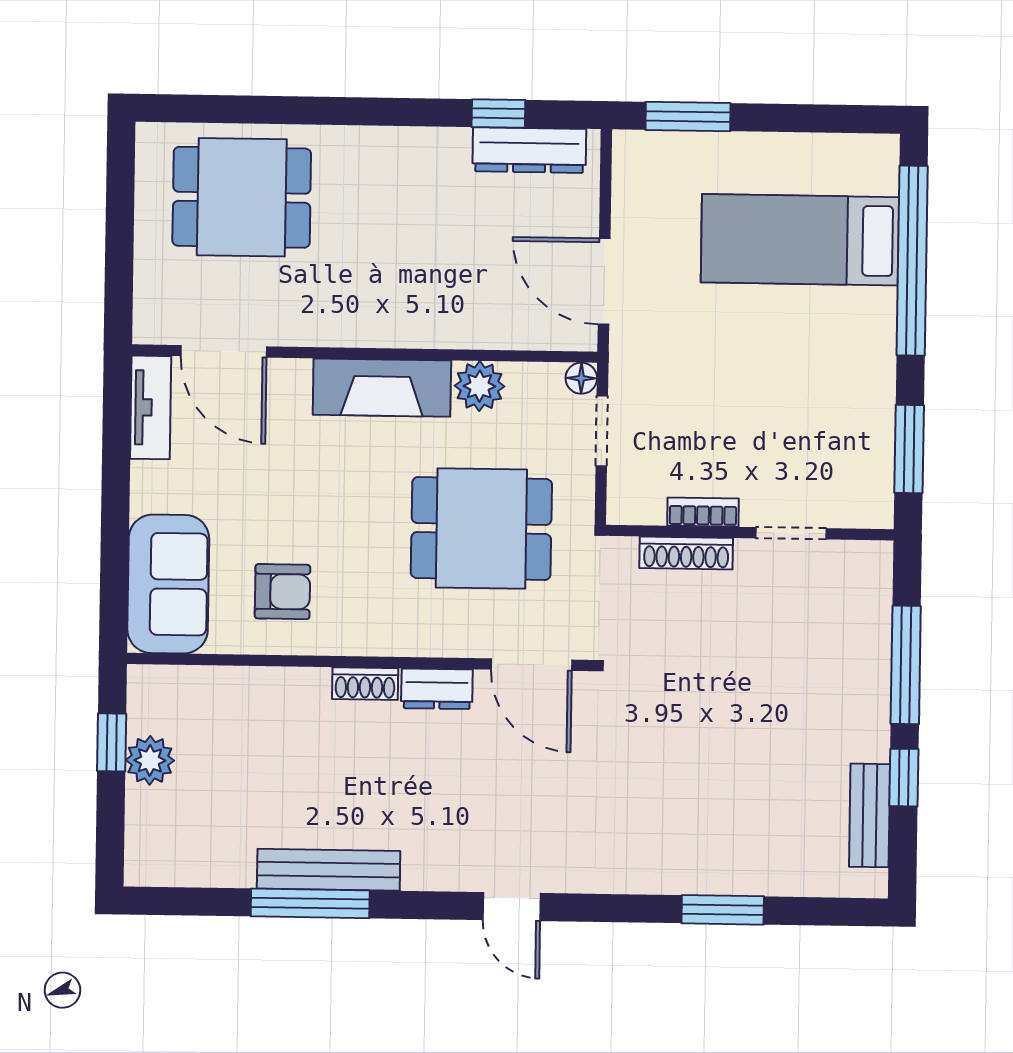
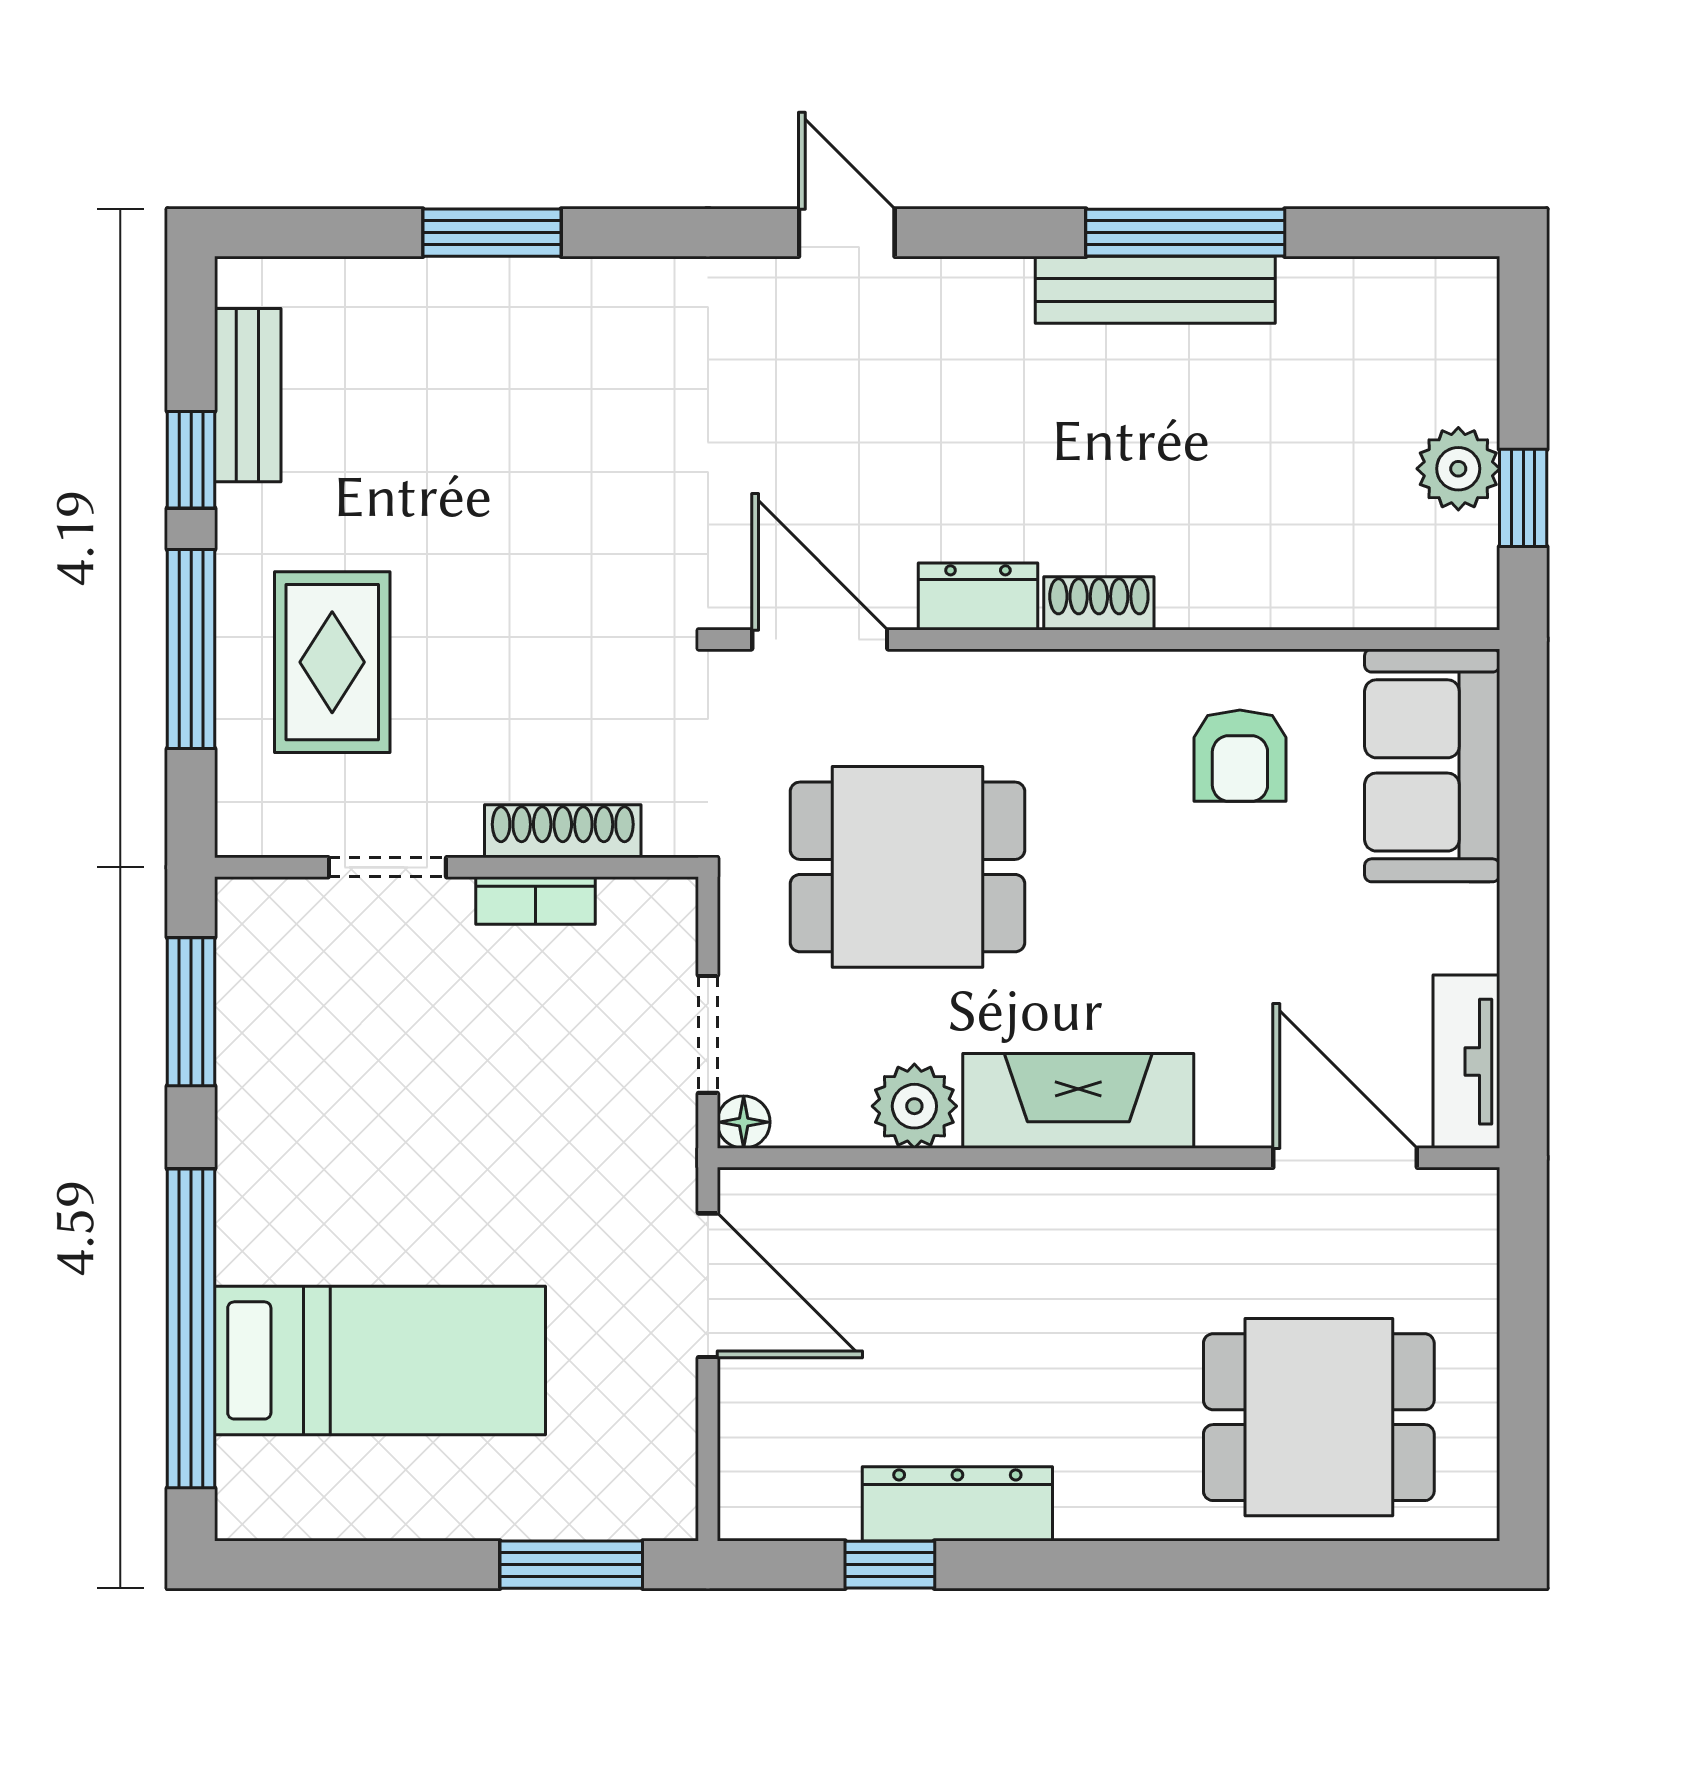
dresser: (529, 150) -> (957, 1504), moved
armchair: (282, 592) -> (1240, 756), turned -90
rug: (822, 656) -> (332, 662), added

